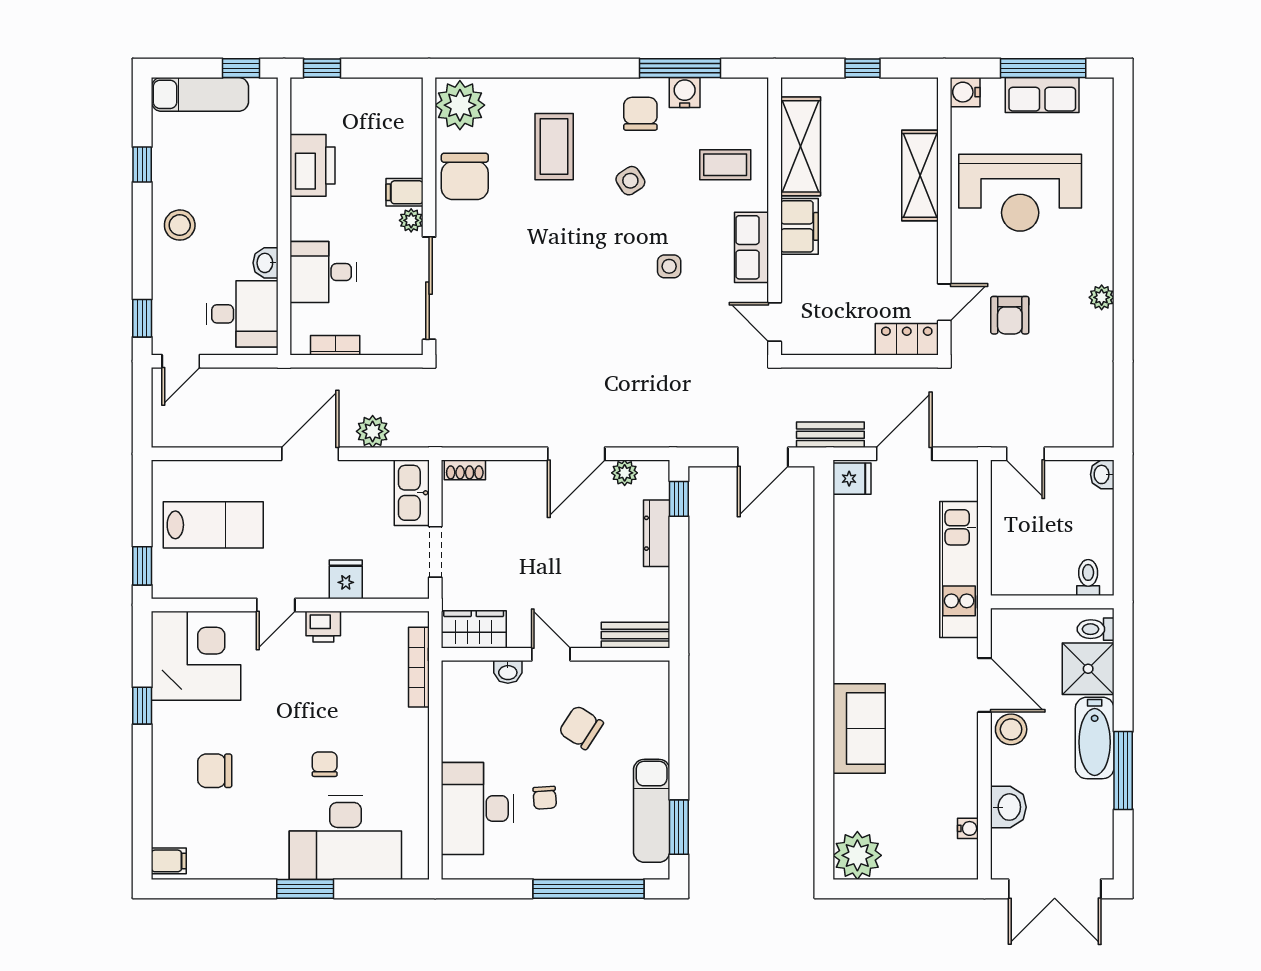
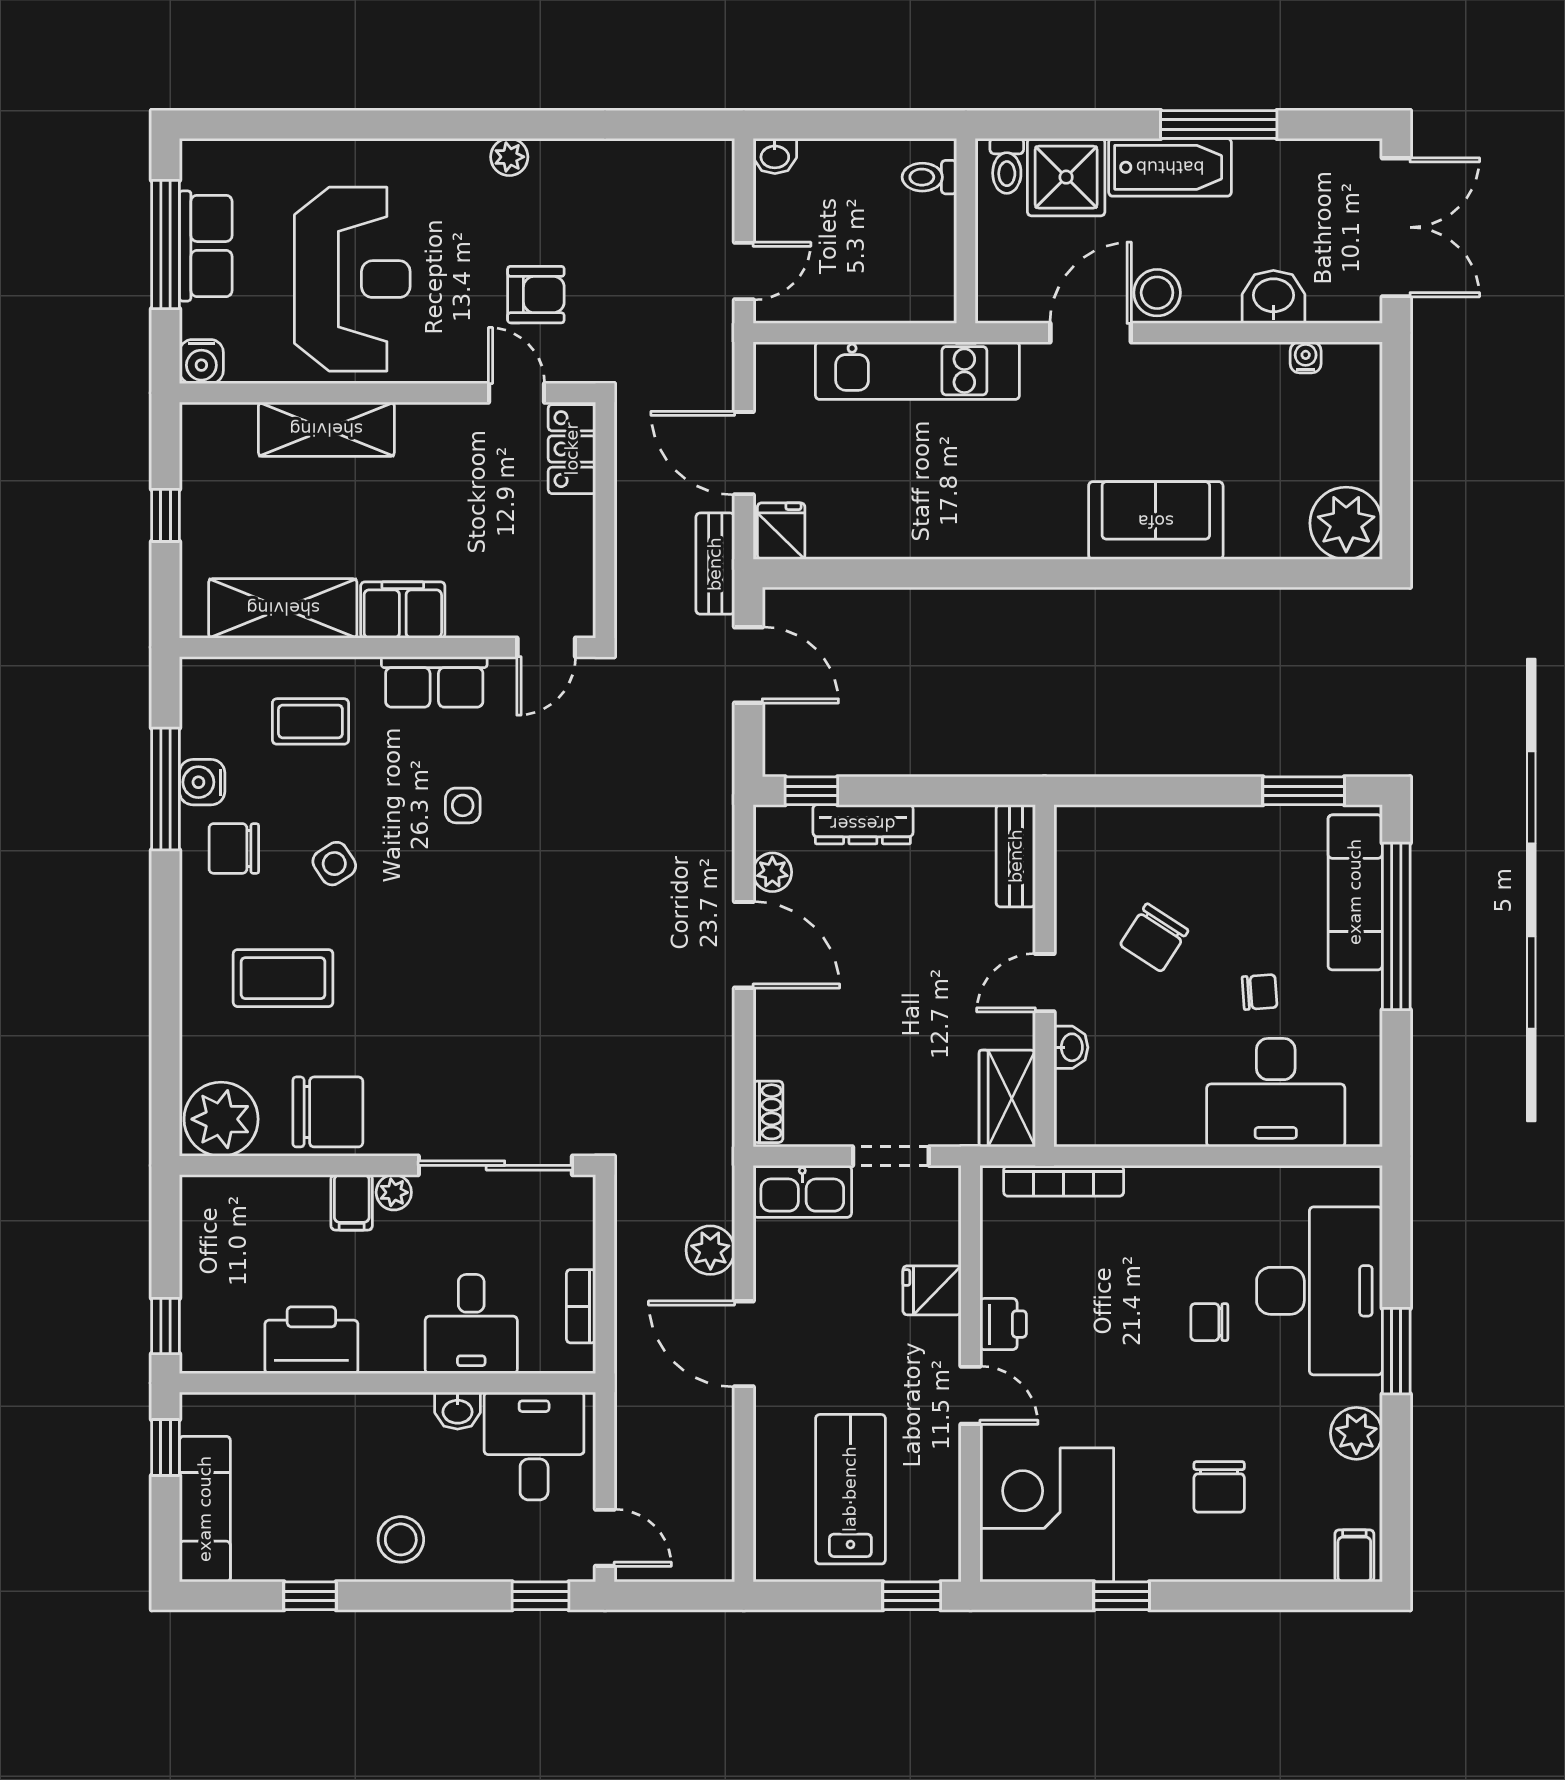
coffee table: (725, 165) -> (310, 721), turned 90
exam couch: (652, 811) -> (1355, 892), moved, turned 90
plant: (250, 862) -> (1356, 1433), added

